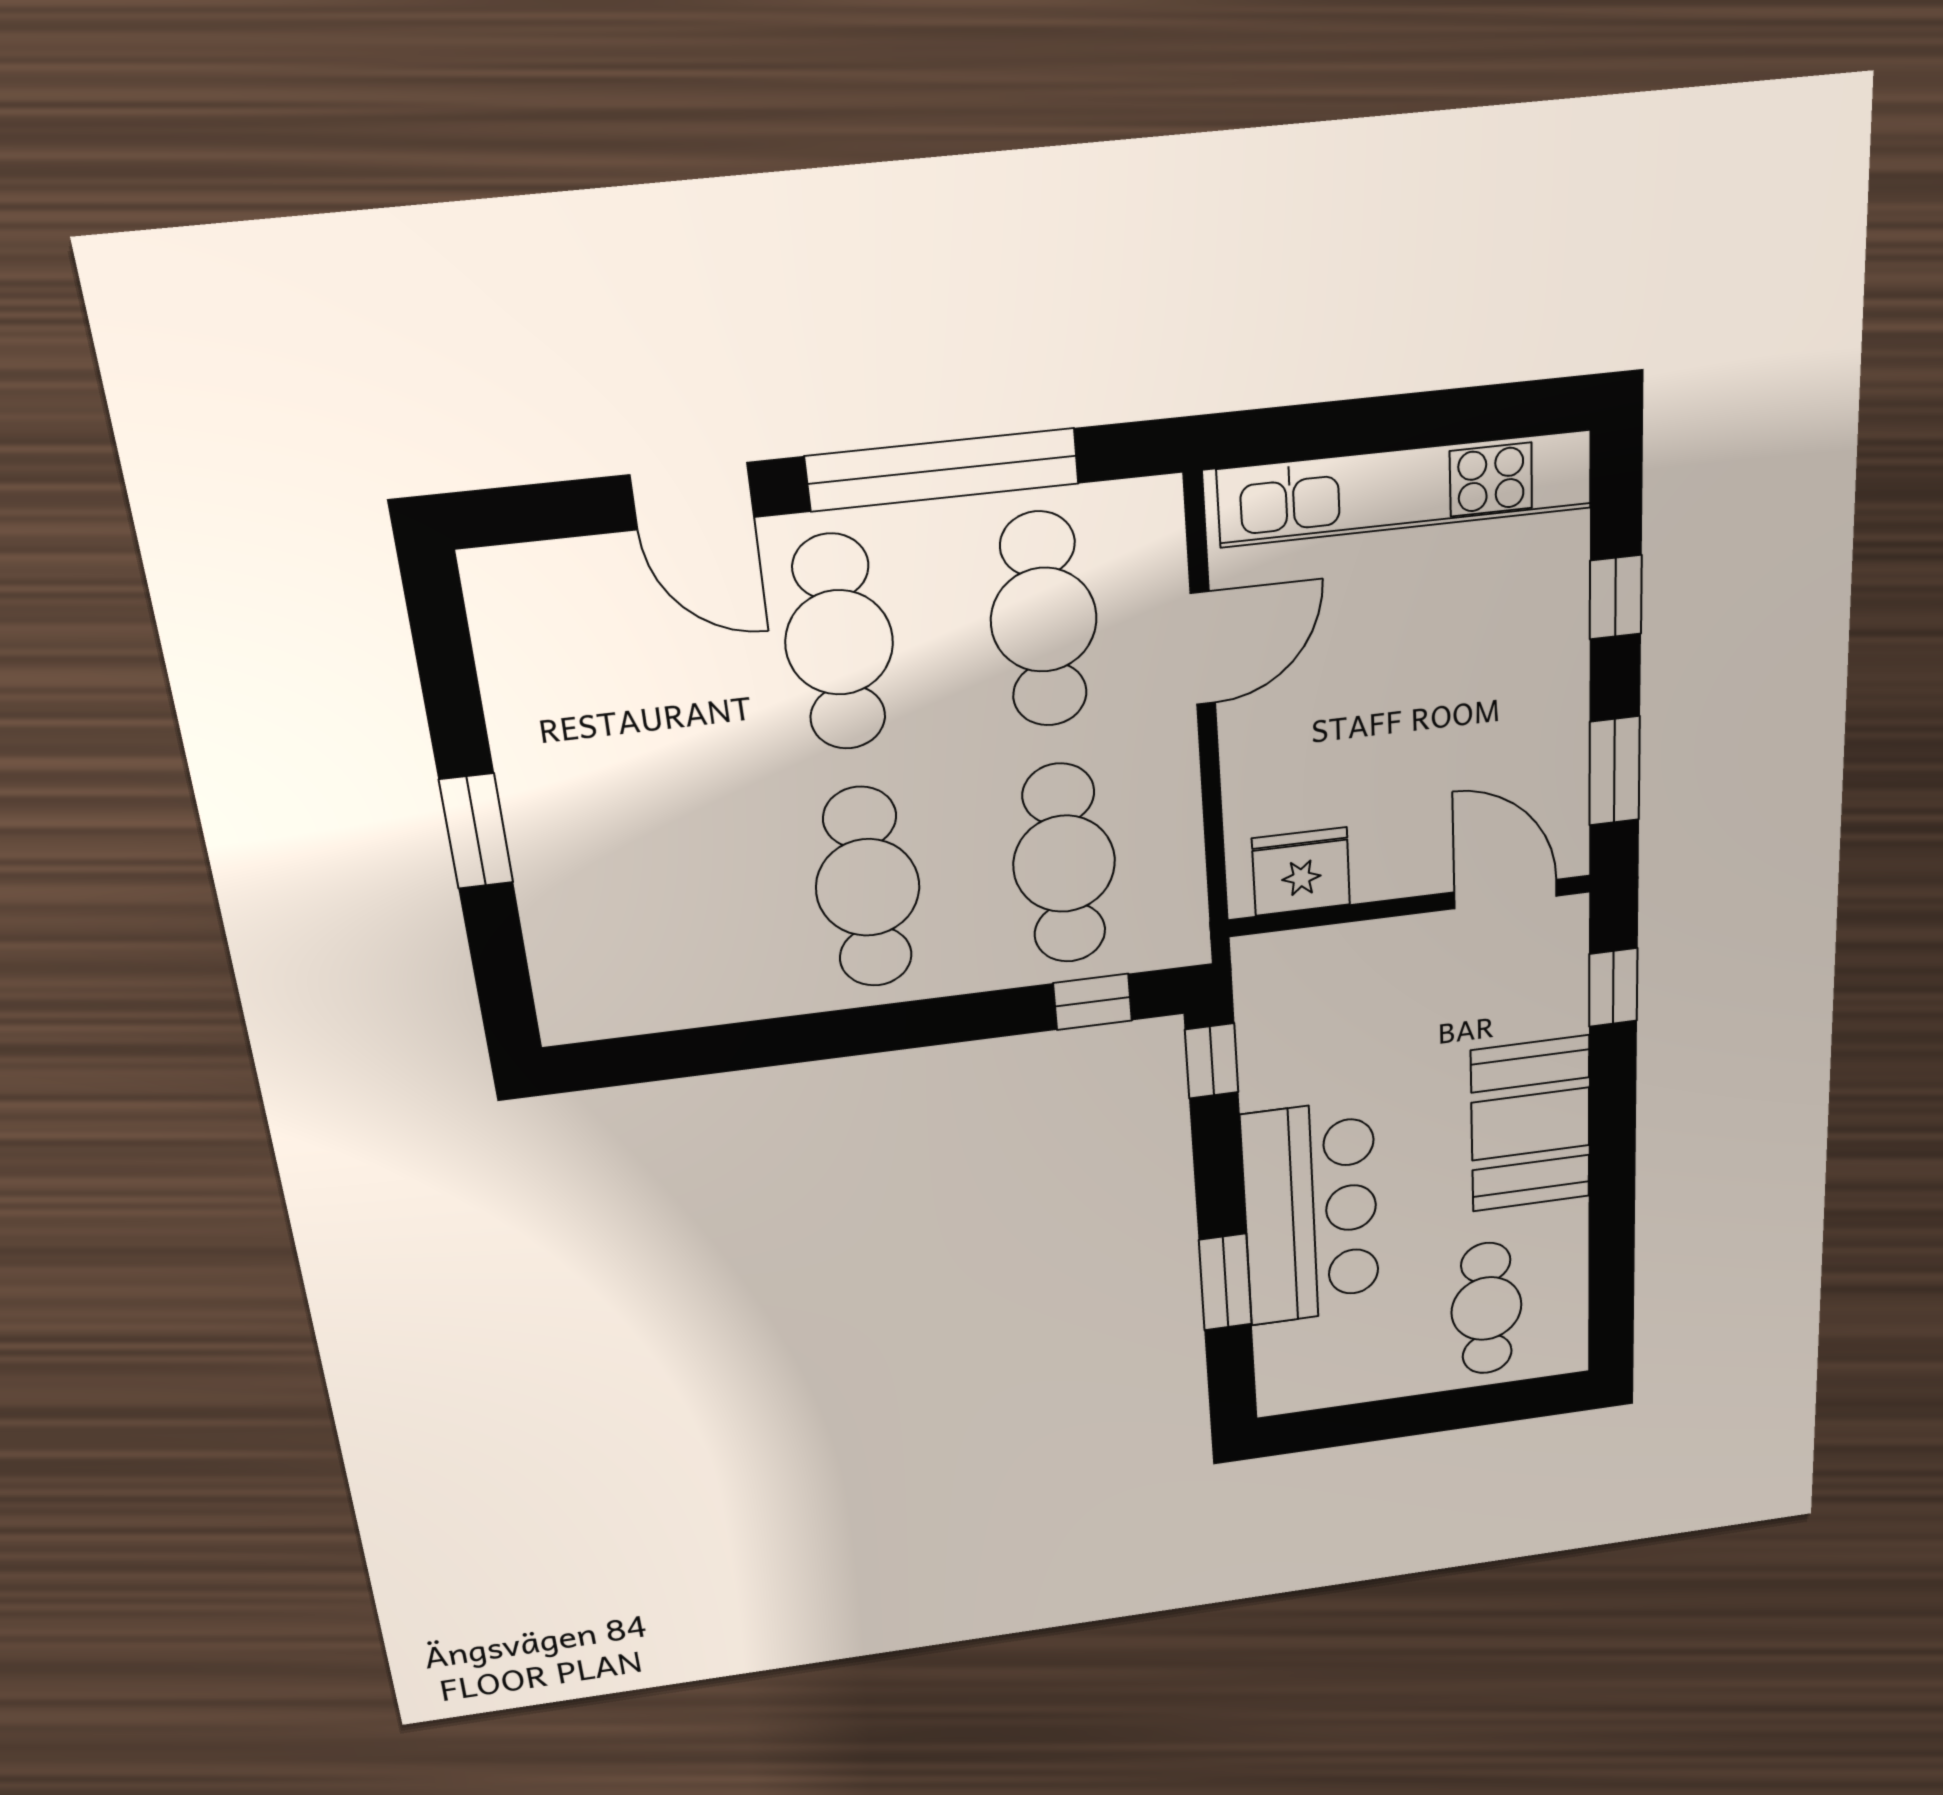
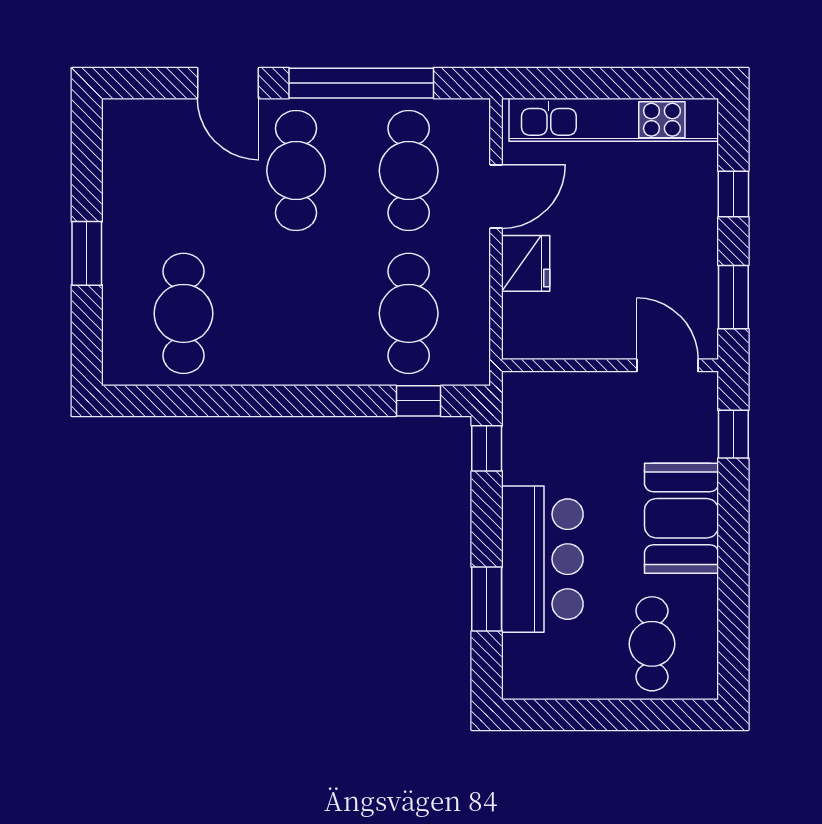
fridge: (1301, 872) -> (526, 263), moved, turned 90
cafe table: (868, 887) -> (183, 313), moved

